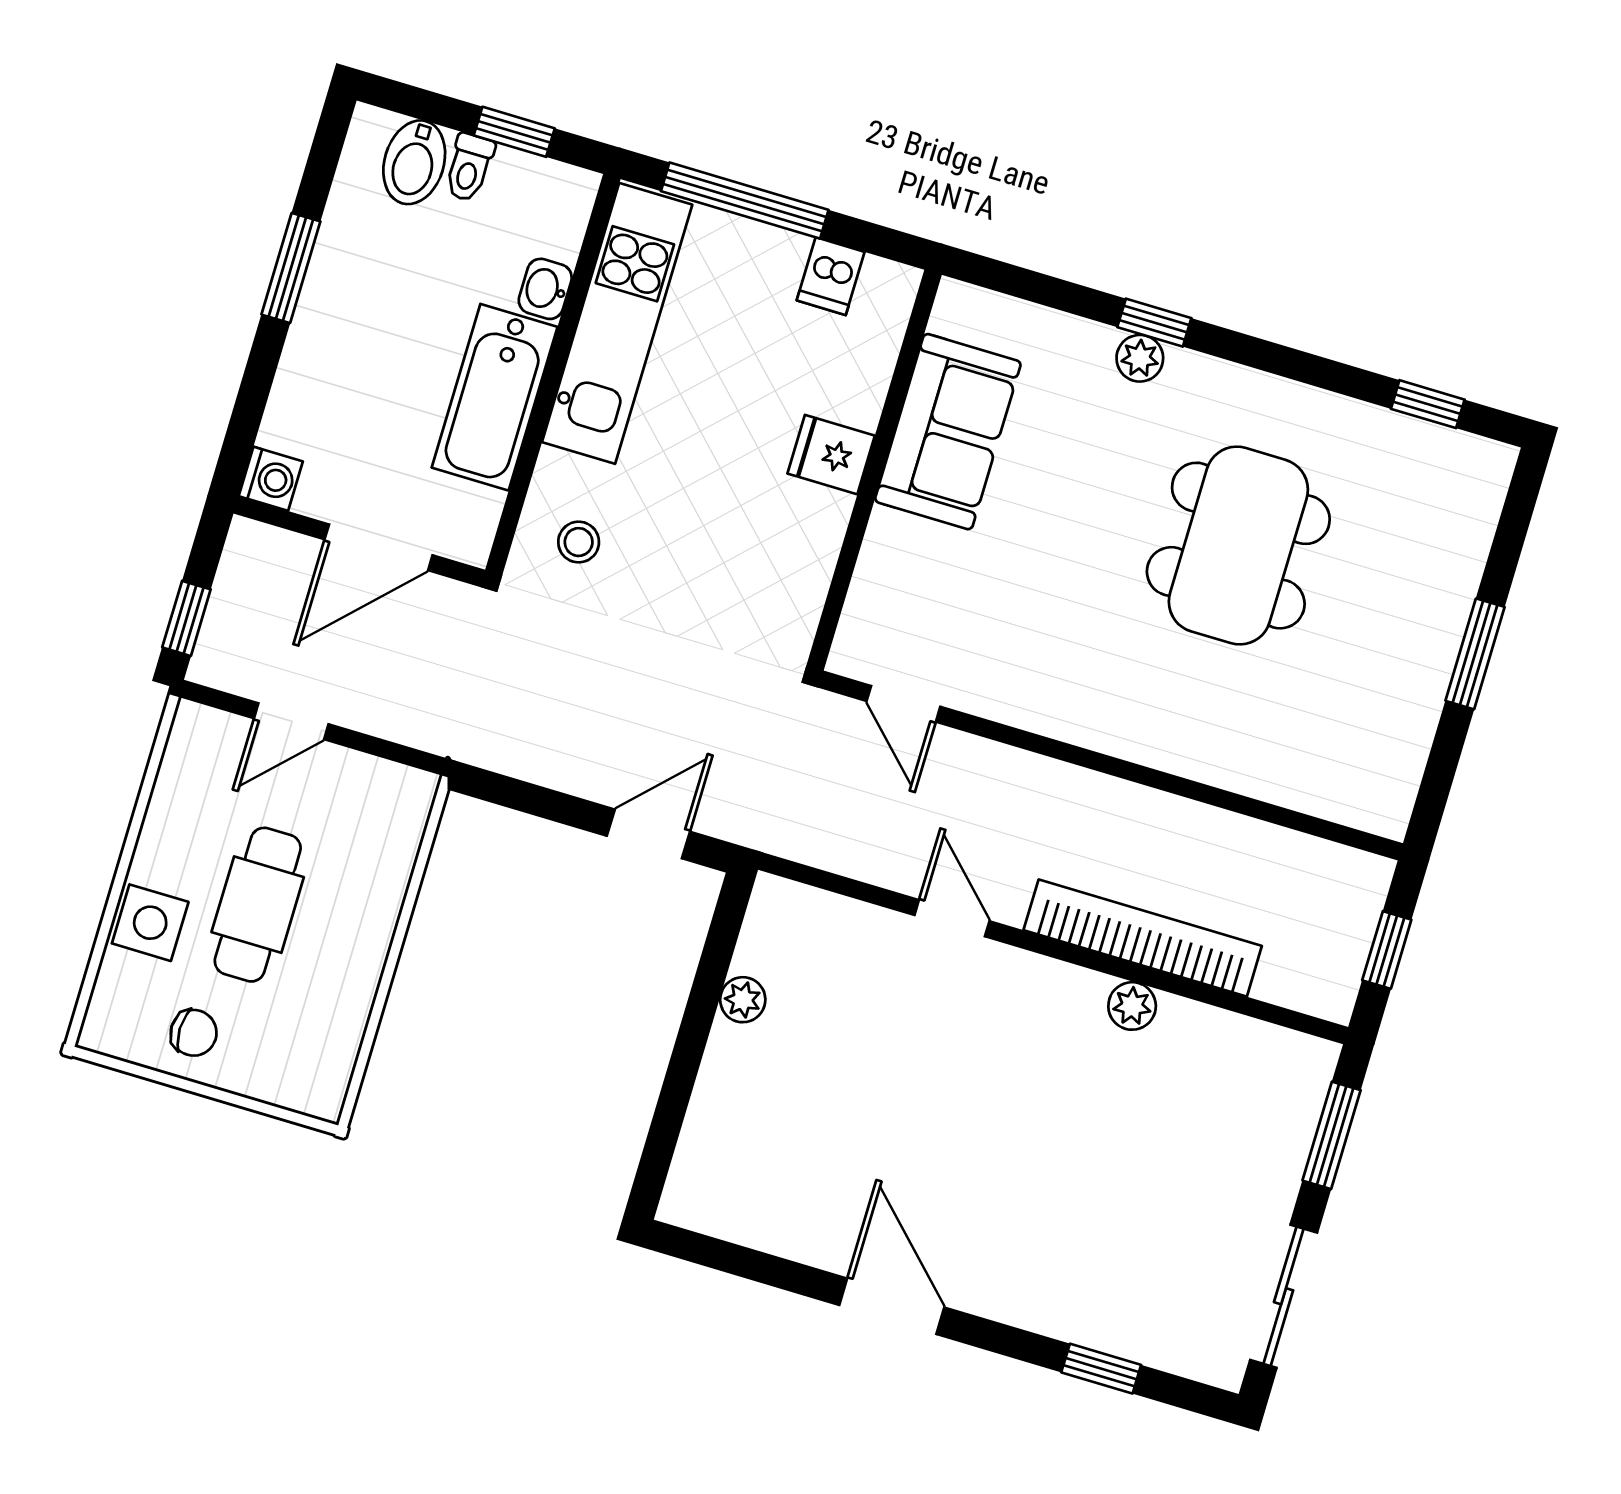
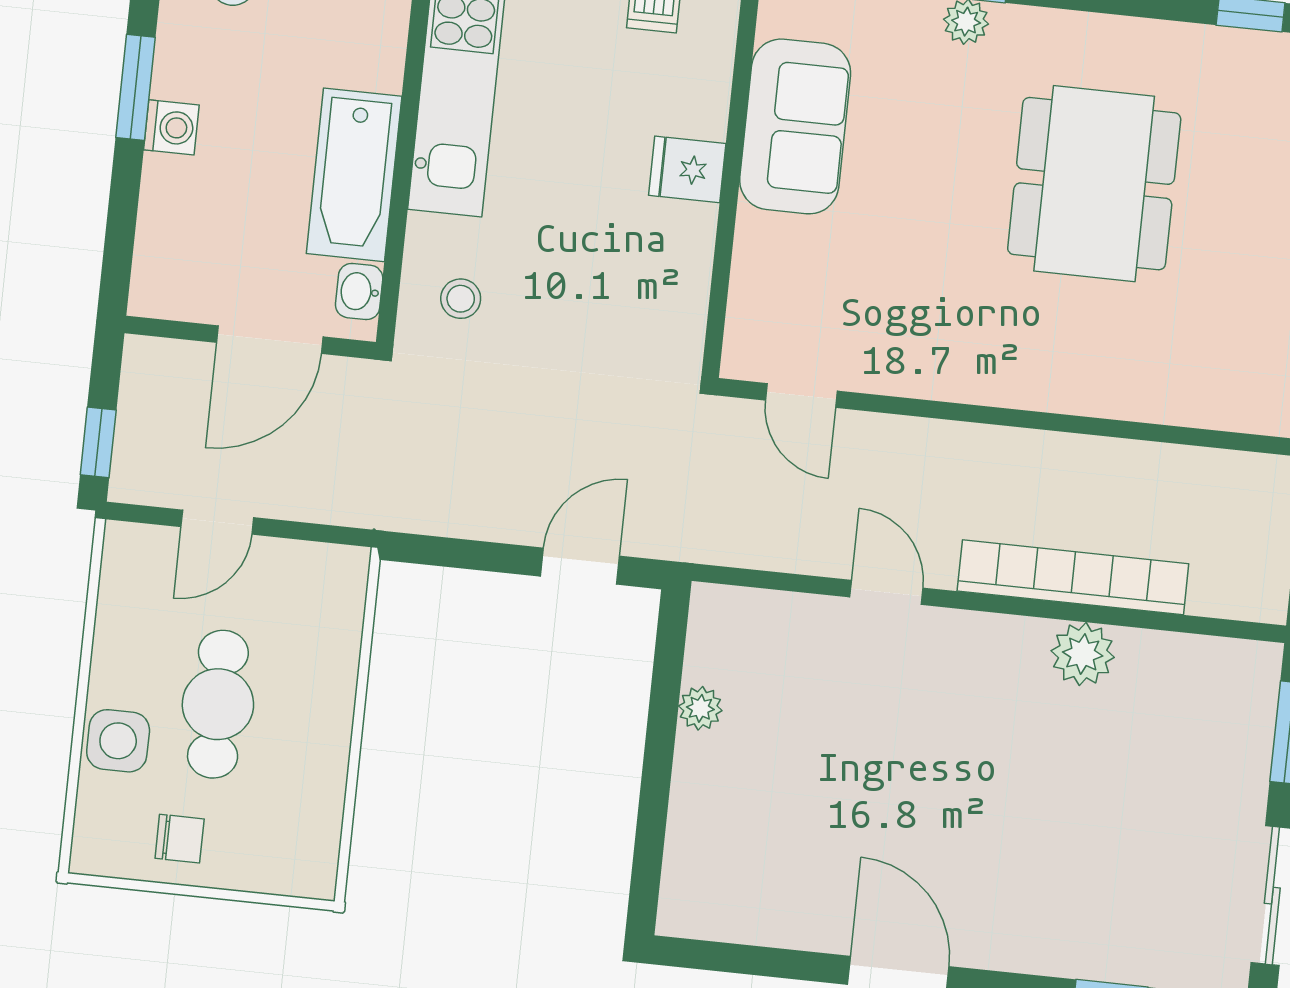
washbasin: (545, 289) -> (359, 291), moved
washing machine: (271, 479) -> (171, 127), moved
plant: (1132, 1006) -> (1083, 654), width x1.38, depth x1.38

